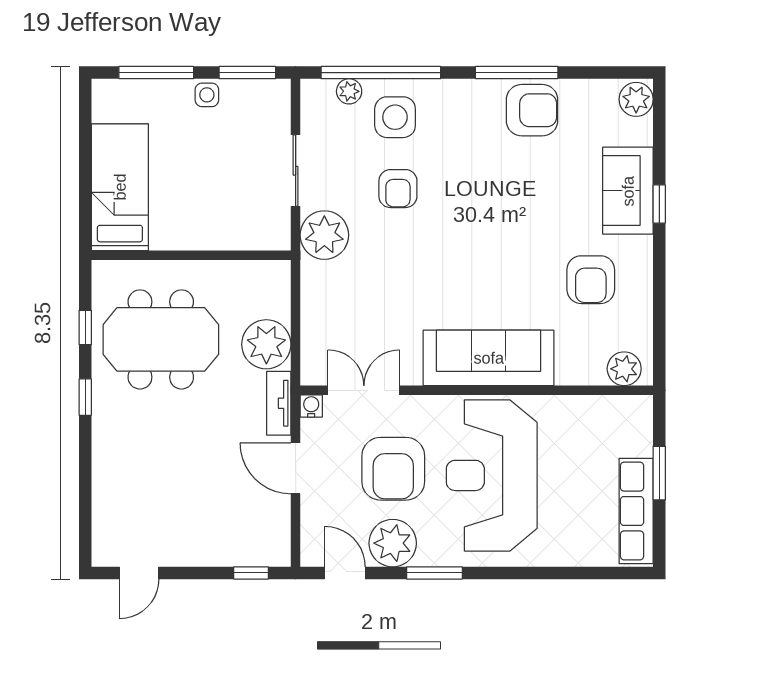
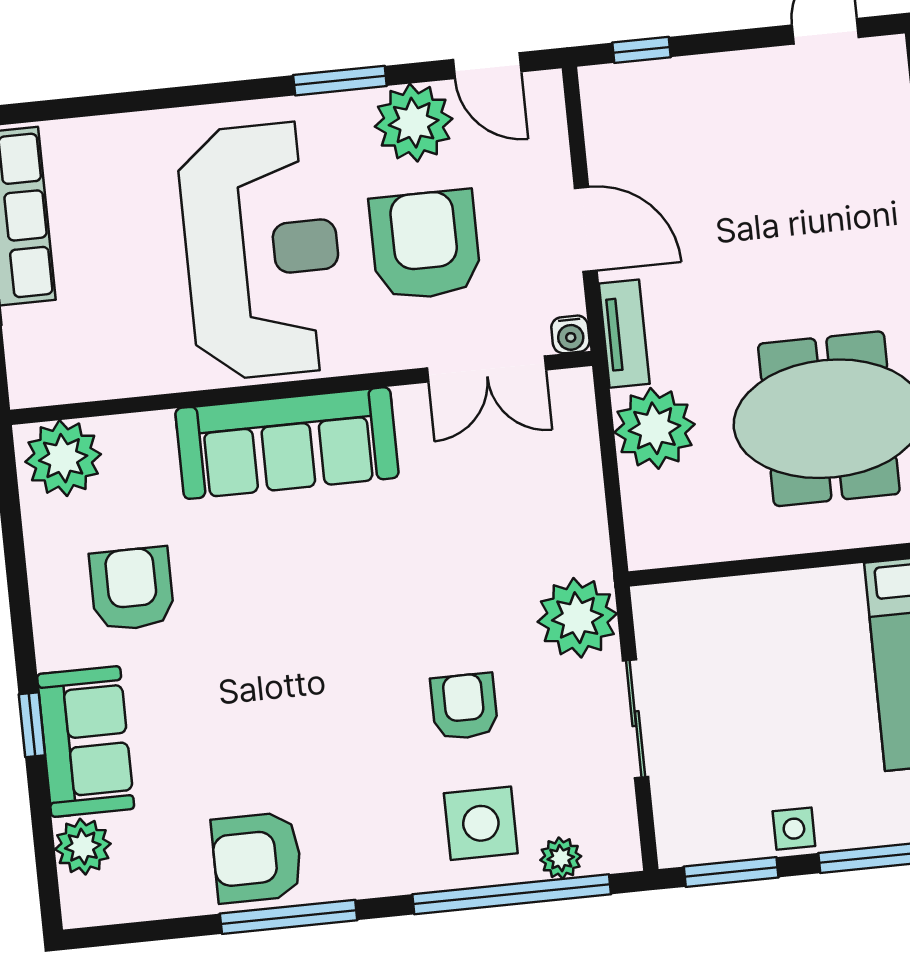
plant: (636, 99) -> (83, 847), moved
plant: (624, 369) -> (63, 458), width x1.36, depth x1.36

